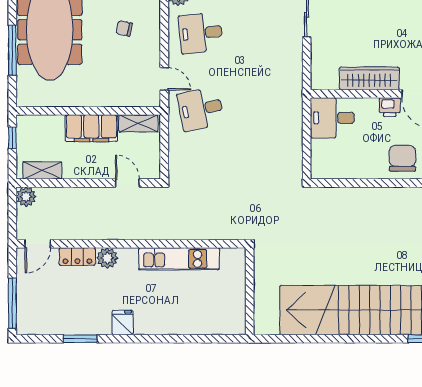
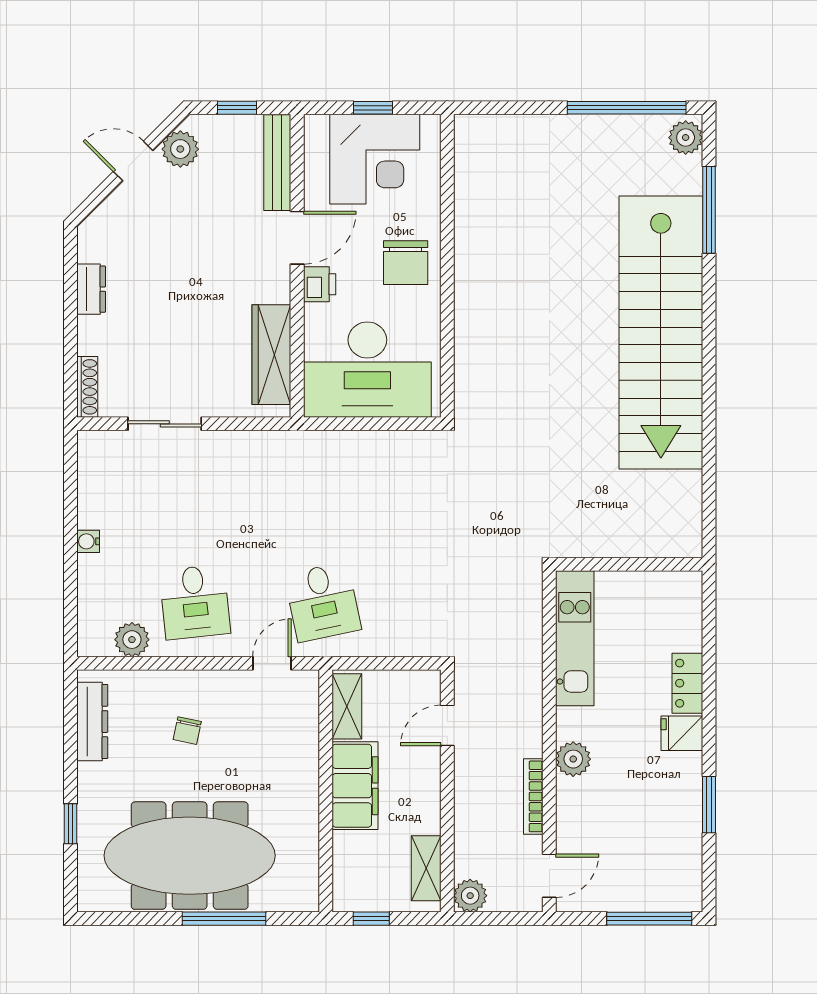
wardrobe: (369, 78) -> (271, 355), moved
desk: (332, 118) -> (367, 370), width x1.87, depth x1.30
chair: (402, 158) -> (406, 263), turned -90
bookcase: (85, 234) -> (533, 796), added
door: (38, 244) -> (549, 876), hinge flipped
locker: (77, 257) -> (687, 683), moved, turned 180
wall: (250, 291) -> (629, 564), moved

